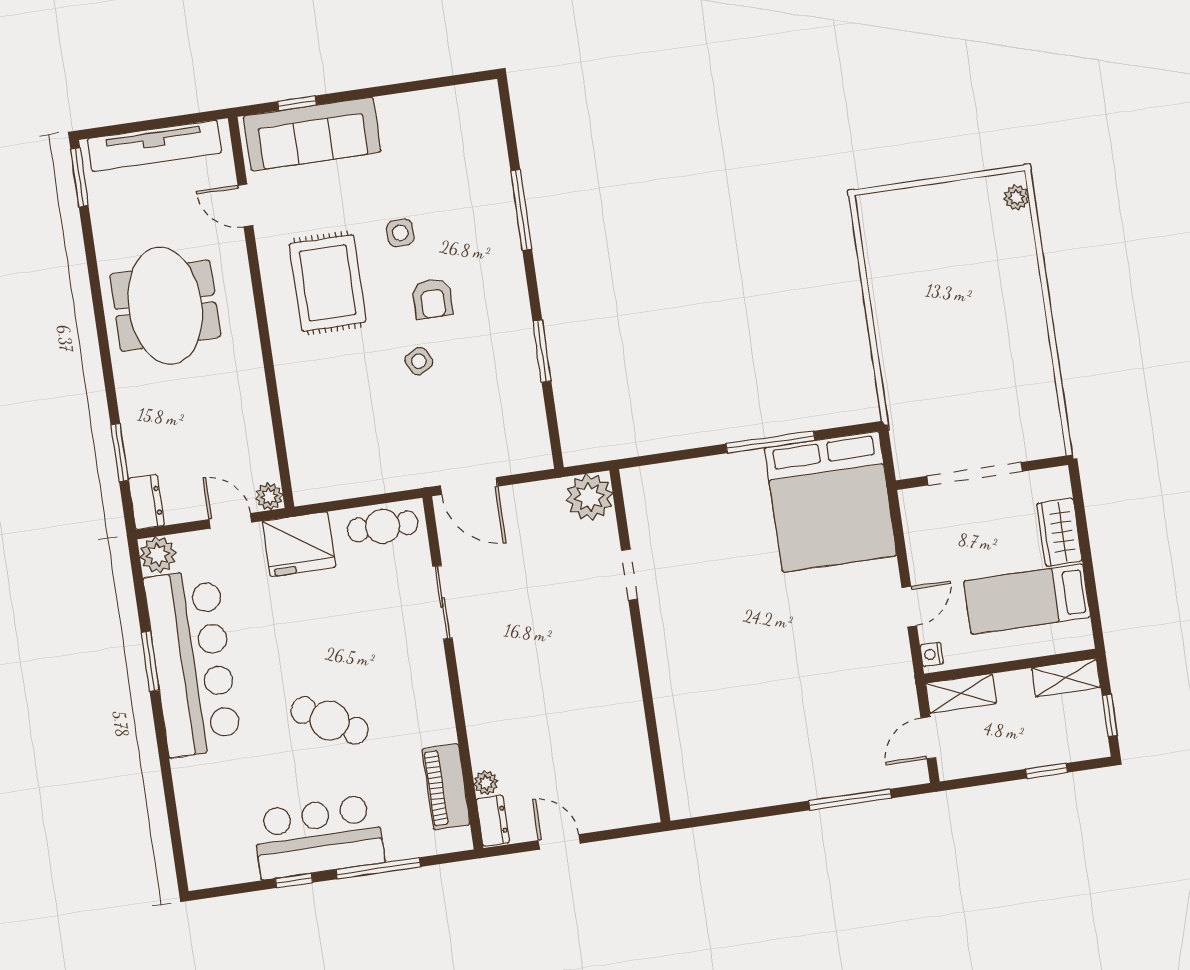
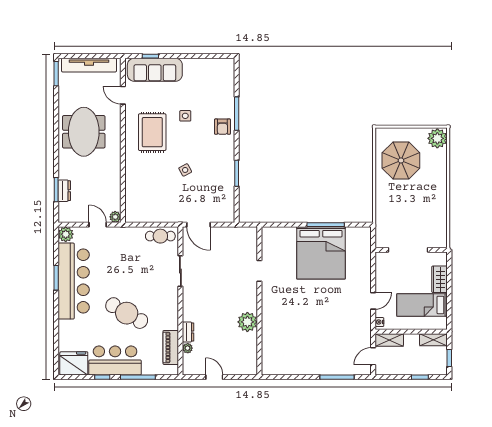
plant: (1017, 197) -> (437, 138), width x1.88, depth x1.88
parasol: (927, 264) -> (401, 160), added
armchair: (433, 299) -> (222, 127), moved
plant: (589, 497) -> (247, 322), moved
dresser: (146, 502) -> (64, 191), moved
bed: (831, 502) -> (321, 253), moved
fridge: (299, 544) -> (74, 363), moved, turned 180
cafe table: (330, 721) -> (127, 313), width x1.37, depth x1.35
dresser: (493, 821) -> (188, 332), moved

